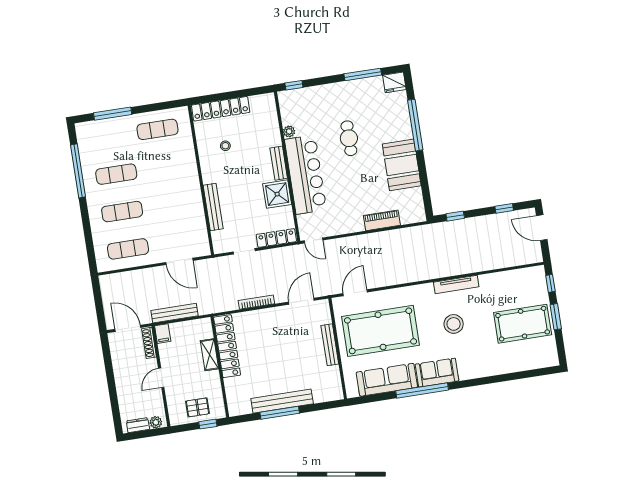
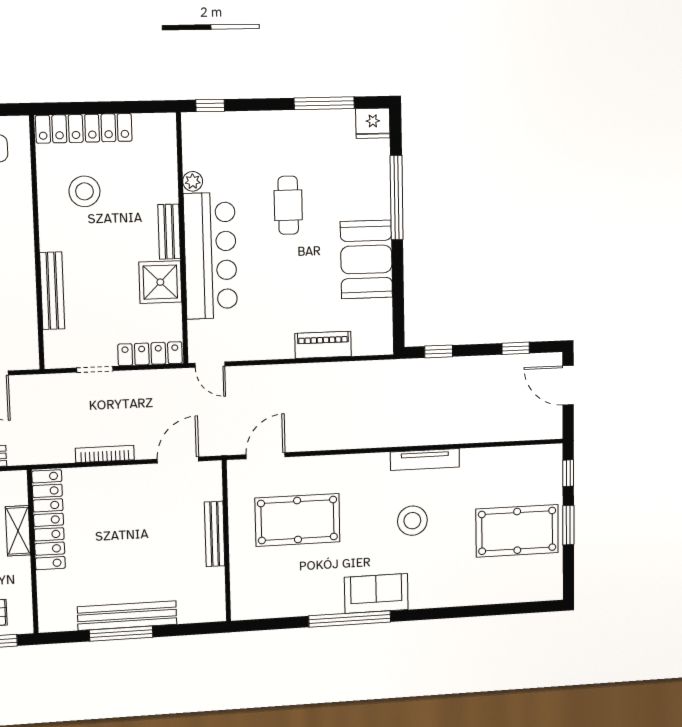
stool: (225, 146) -> (84, 191), width x1.89, depth x1.89
pool table: (380, 331) -> (298, 520), width x0.73, depth x0.76
sofa: (387, 380) -> (297, 597), removed

